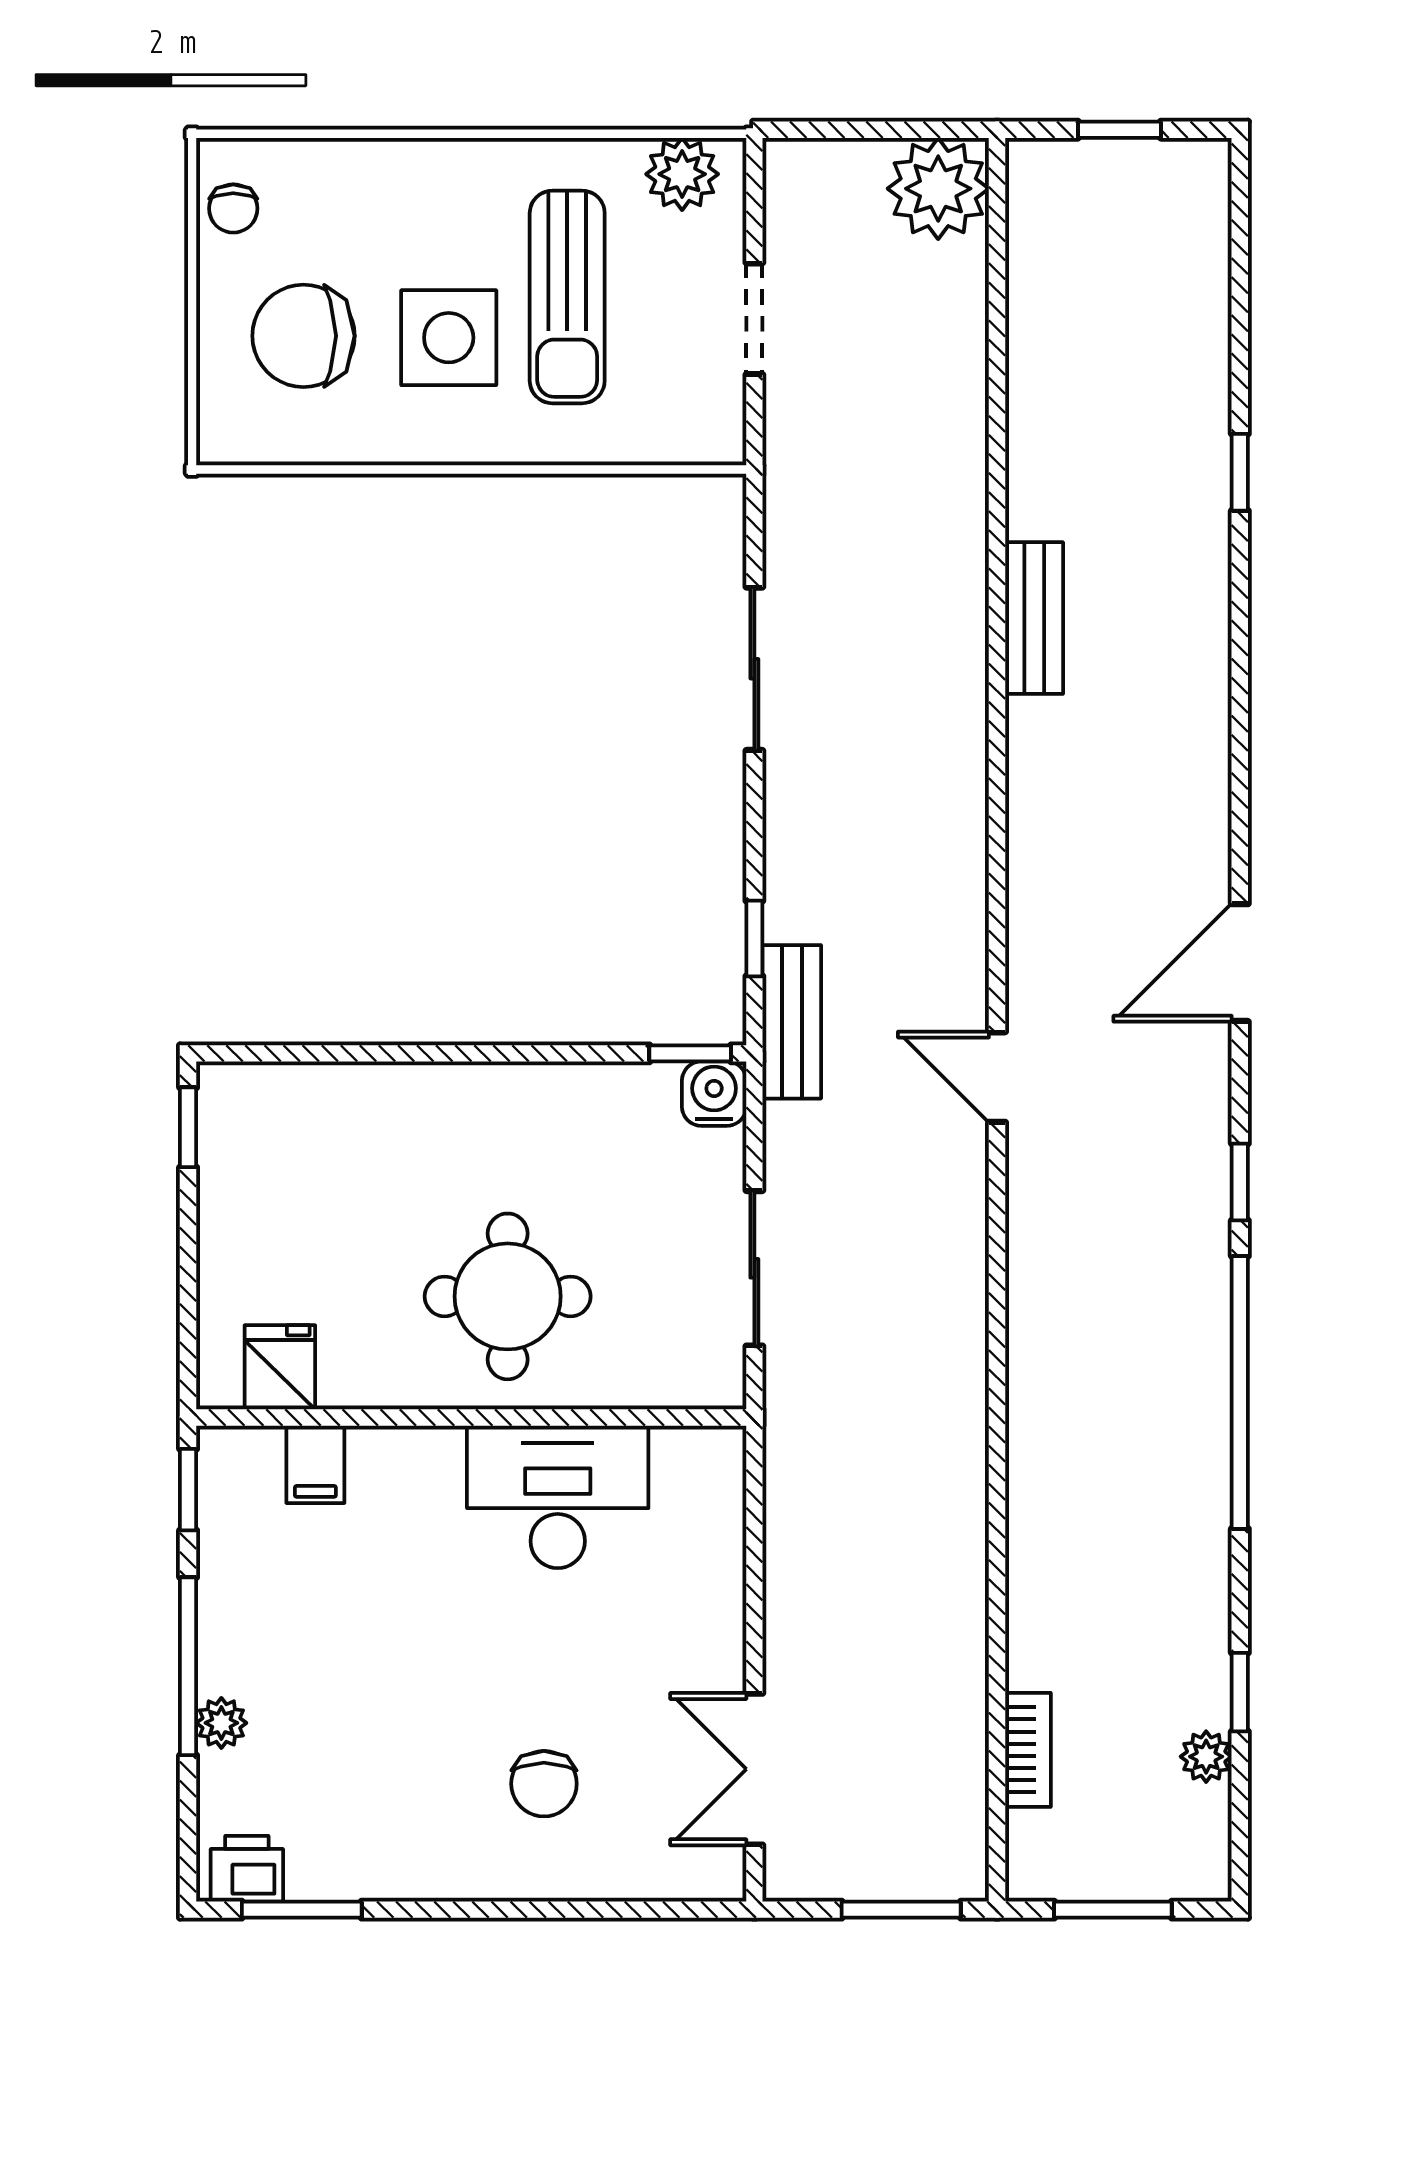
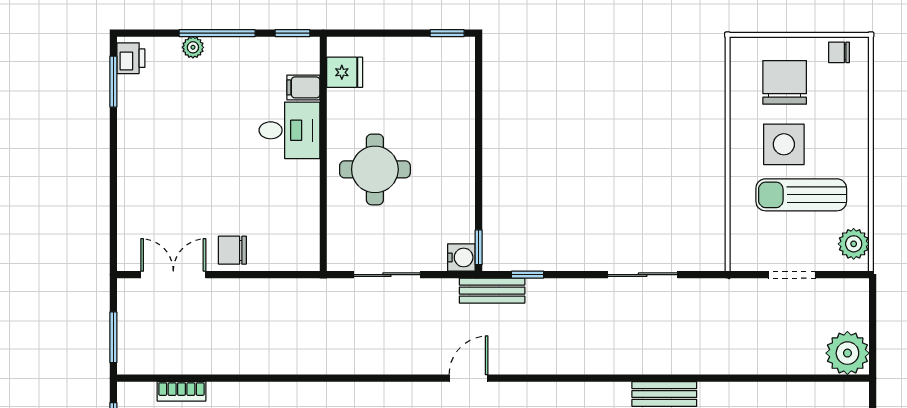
desk: (558, 1497) -> (289, 130), moved, width x0.73
chair: (544, 1784) -> (232, 250), moved

